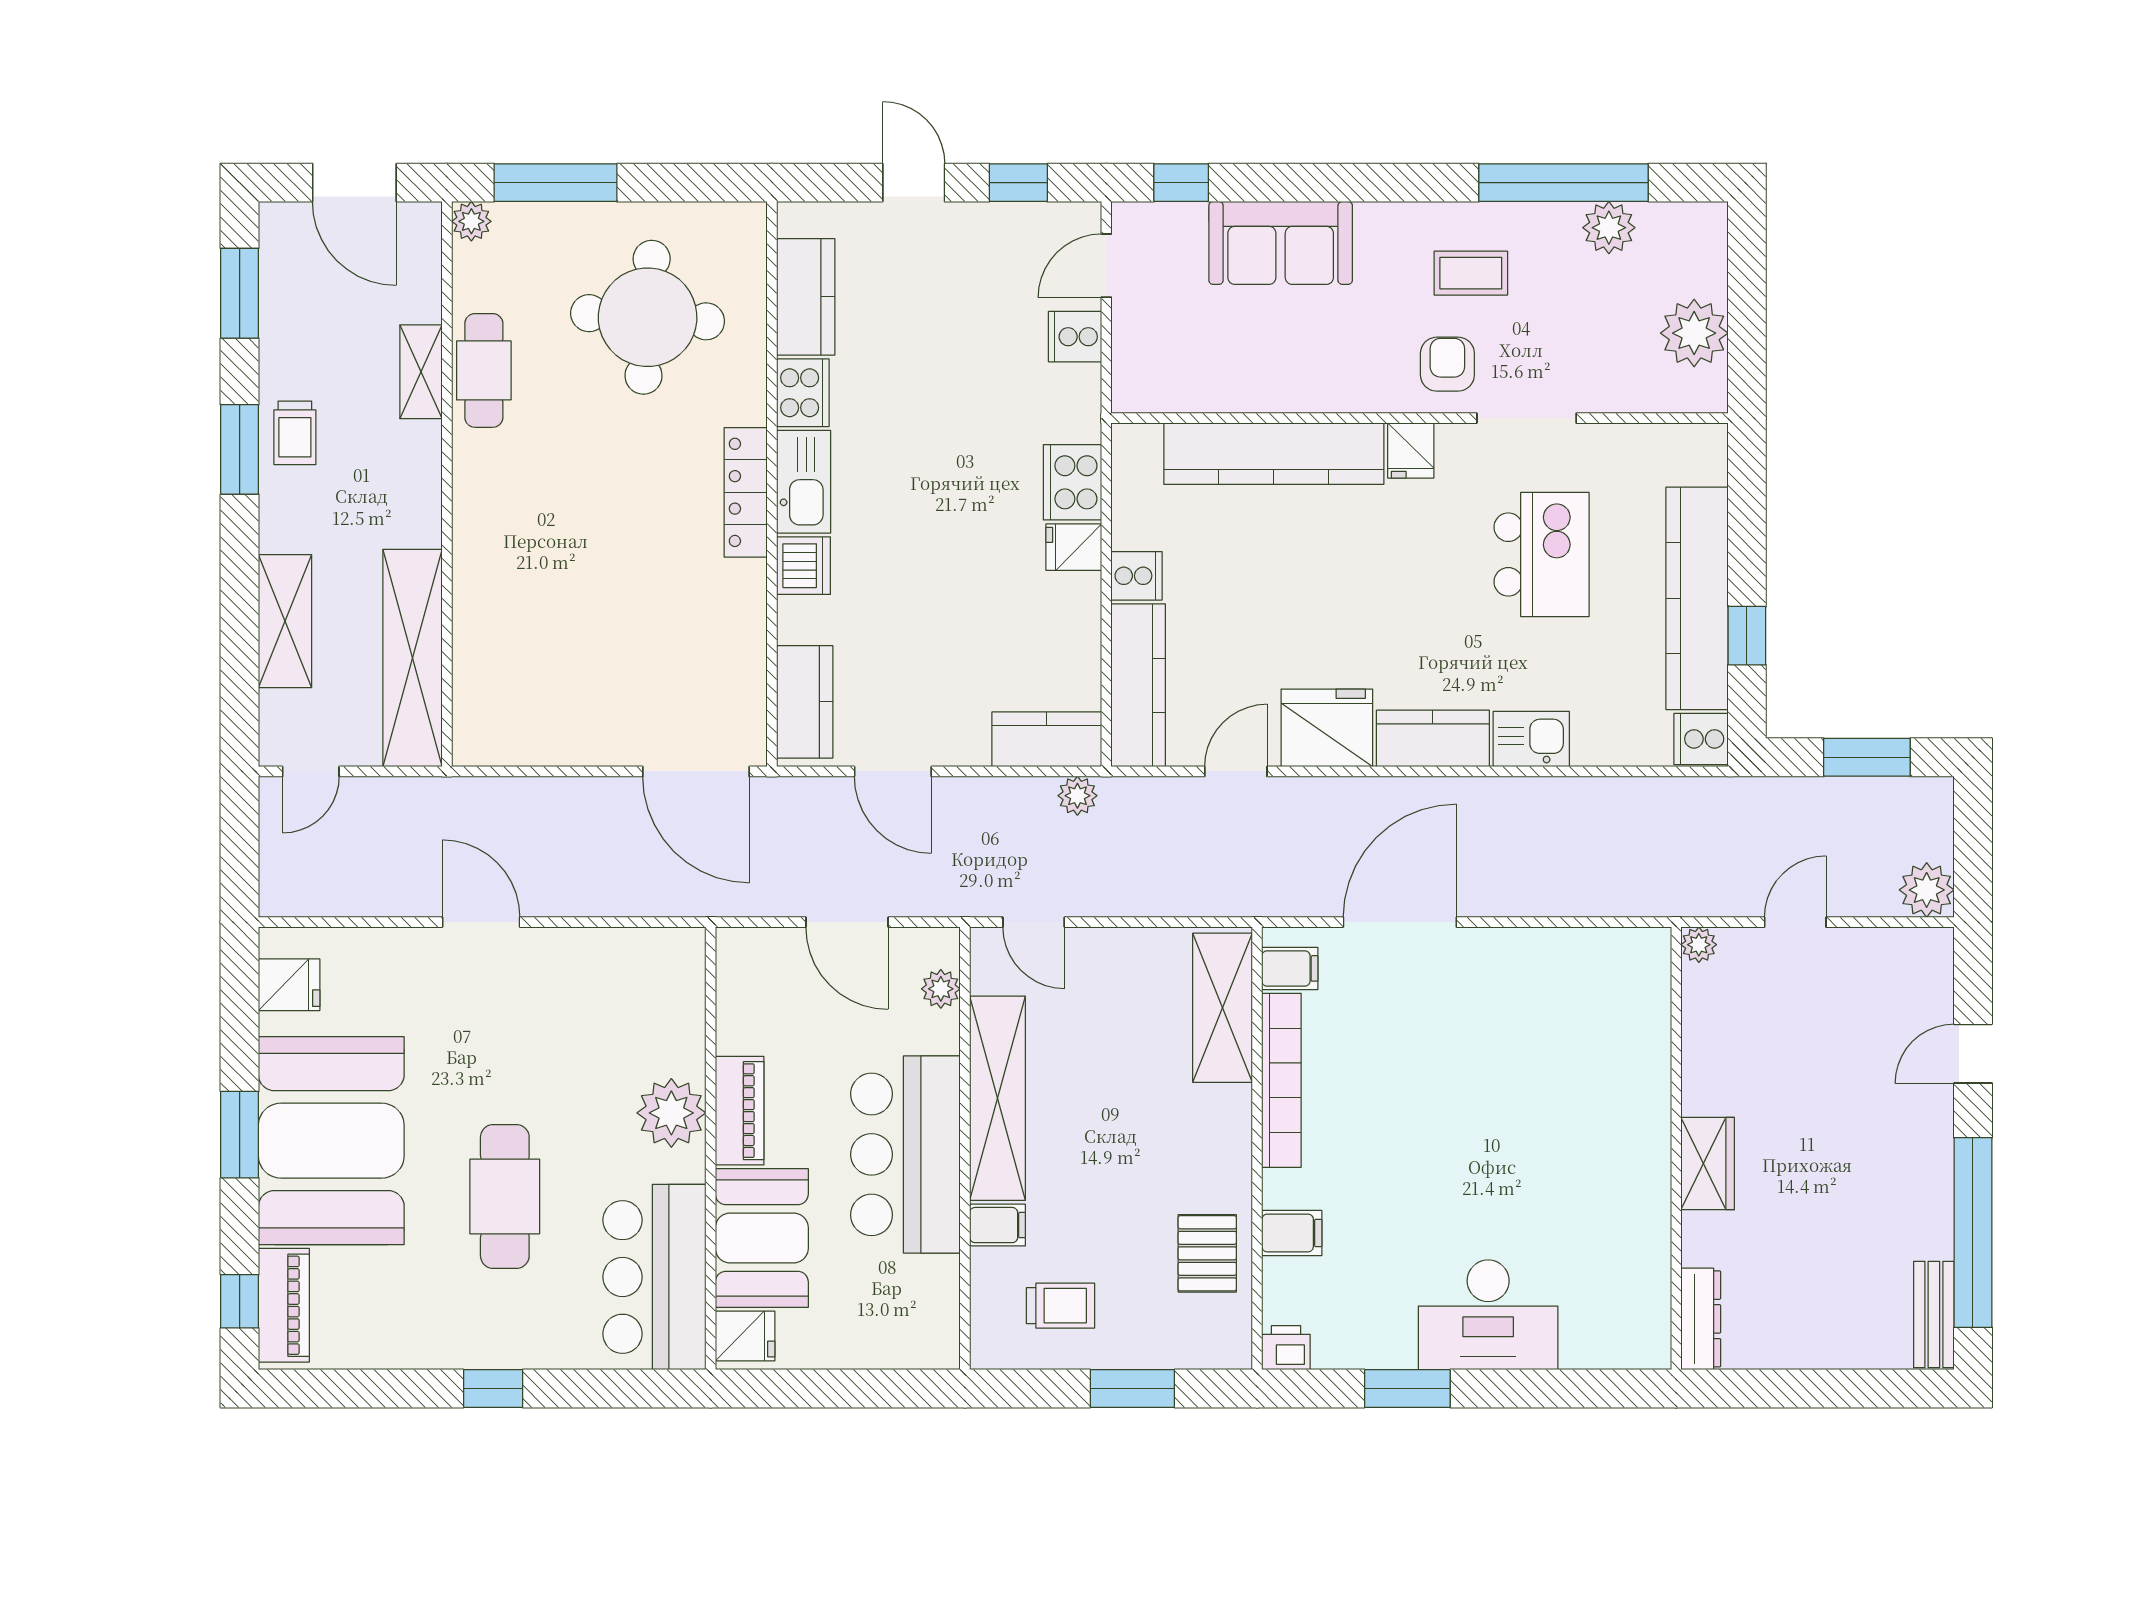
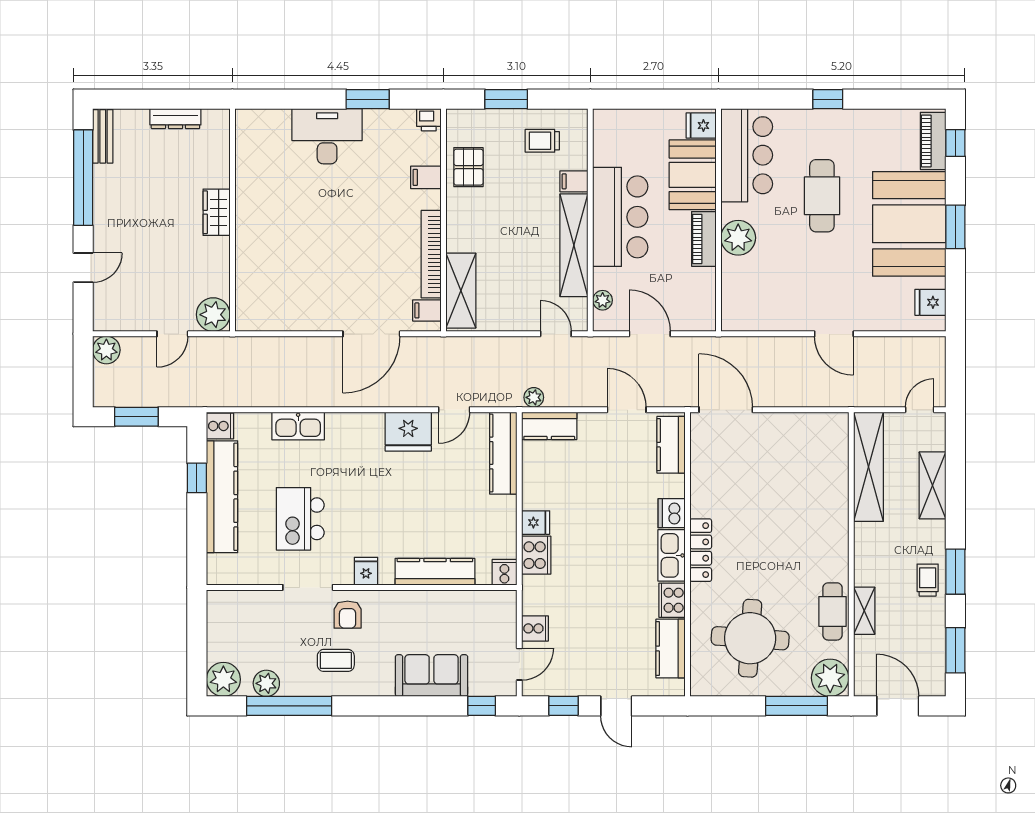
plant: (471, 221) -> (830, 678), width x1.87, depth x1.87
plant: (1694, 333) -> (223, 679), moved
kitchen counter: (1274, 454) -> (435, 572), width x0.72, depth x0.86
cooker: (1137, 576) -> (504, 572), moved, turned 90
kitchen counter: (1433, 738) -> (355, 426), removed
kitchen sink: (1531, 739) -> (298, 426), width x1.38
plant: (1699, 945) -> (213, 315), width x1.87, depth x1.87
dresser: (1701, 1319) -> (175, 119), moved, turned -90

